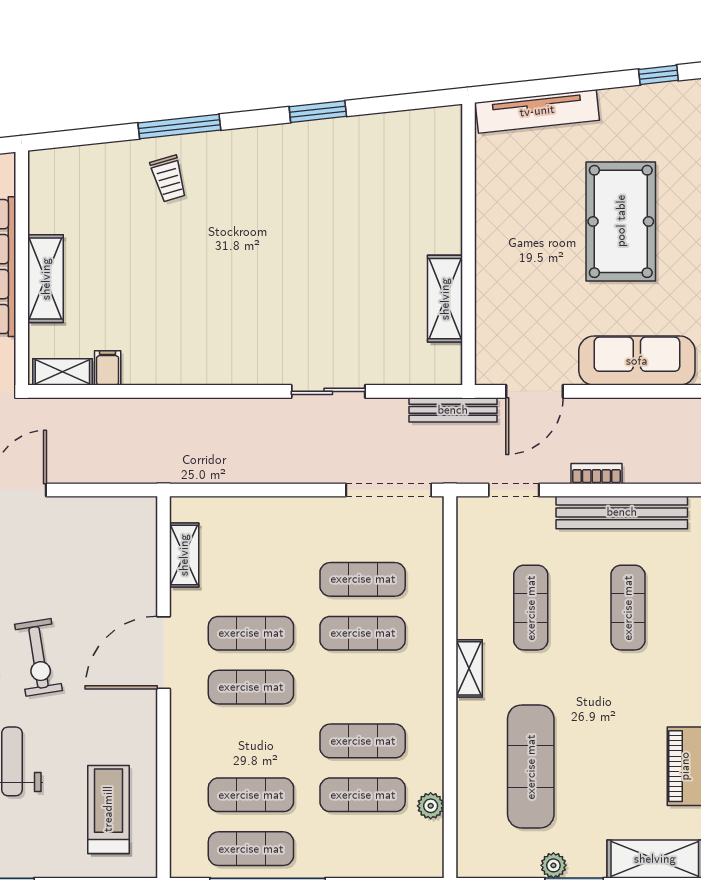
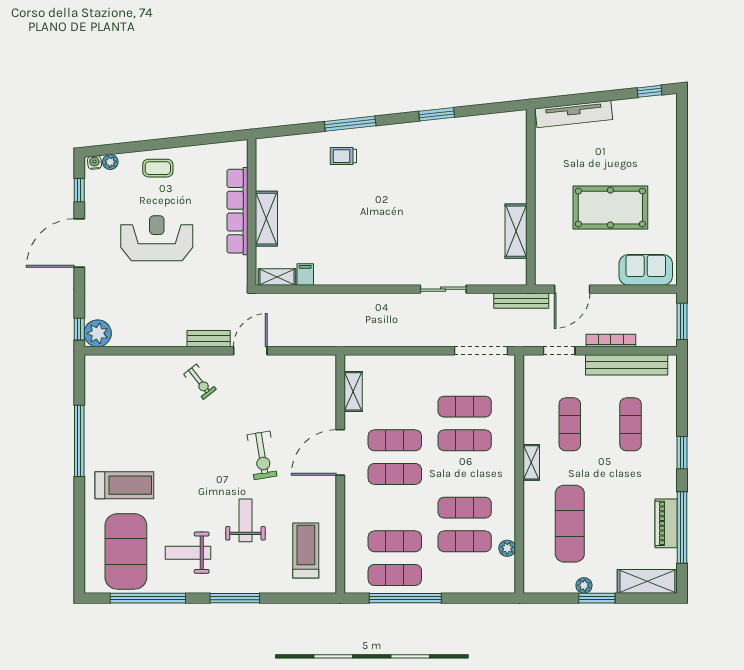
trolley: (169, 179) -> (343, 156), turned 106
pool table: (621, 221) -> (610, 208), moved, turned 90
sofa: (637, 361) -> (646, 270), width x0.73
bookcase: (597, 474) -> (611, 341), width x1.56

